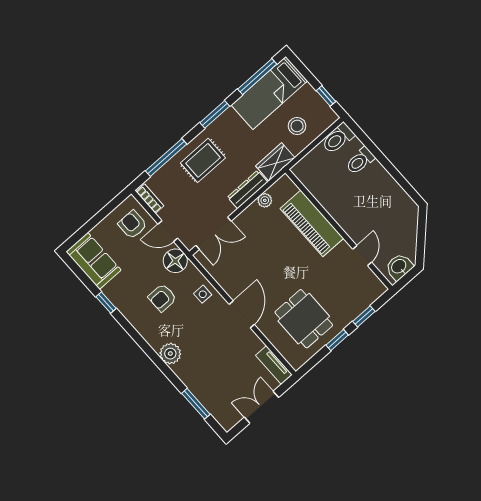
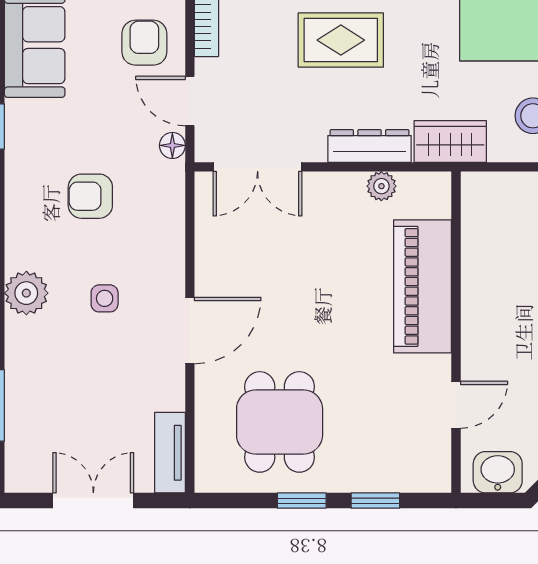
floor lamp: (175, 261) -> (172, 145), width x0.53, depth x0.53
side table: (203, 294) -> (105, 298), moved

